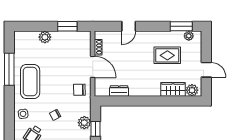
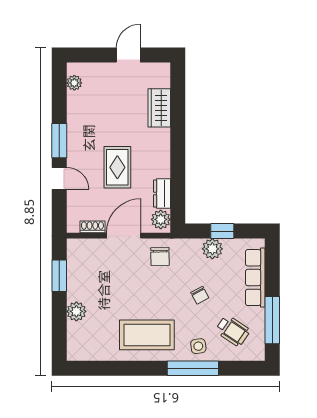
window: (181, 26) -> (59, 141), moved
rug: (167, 55) -> (117, 167), moved
window: (9, 69) -> (193, 368), moved
plant: (192, 90) -> (161, 219), moved

